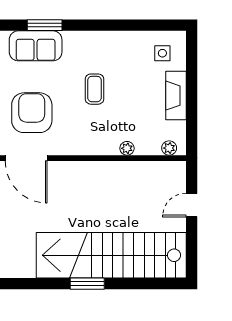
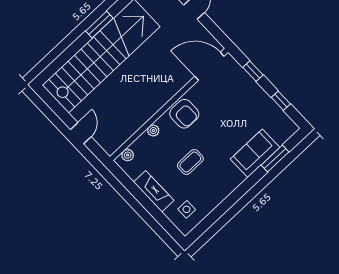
sofa: (36, 46) -> (255, 153), moved
coffee table: (94, 89) -> (190, 162), moved, turned 90
armchair: (32, 113) -> (184, 114), moved, width x0.73, depth x0.73

